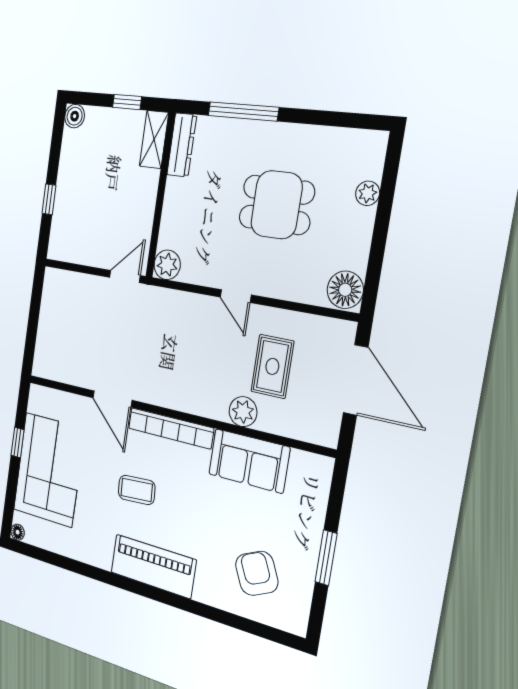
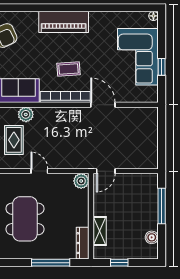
boiler: (75, 116) -> (152, 237), moved
shelving: (154, 139) -> (100, 231), moved
window: (49, 199) -> (162, 206), width x2.17
dining table: (276, 205) -> (25, 219), width x1.38
coffee table: (137, 490) -> (69, 69), moved

